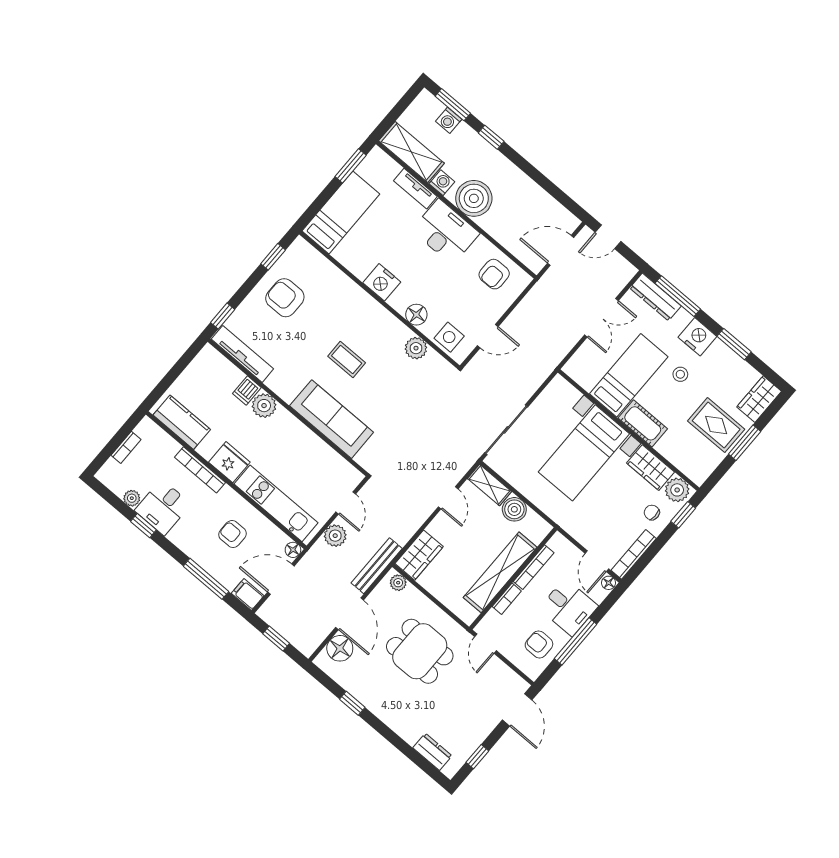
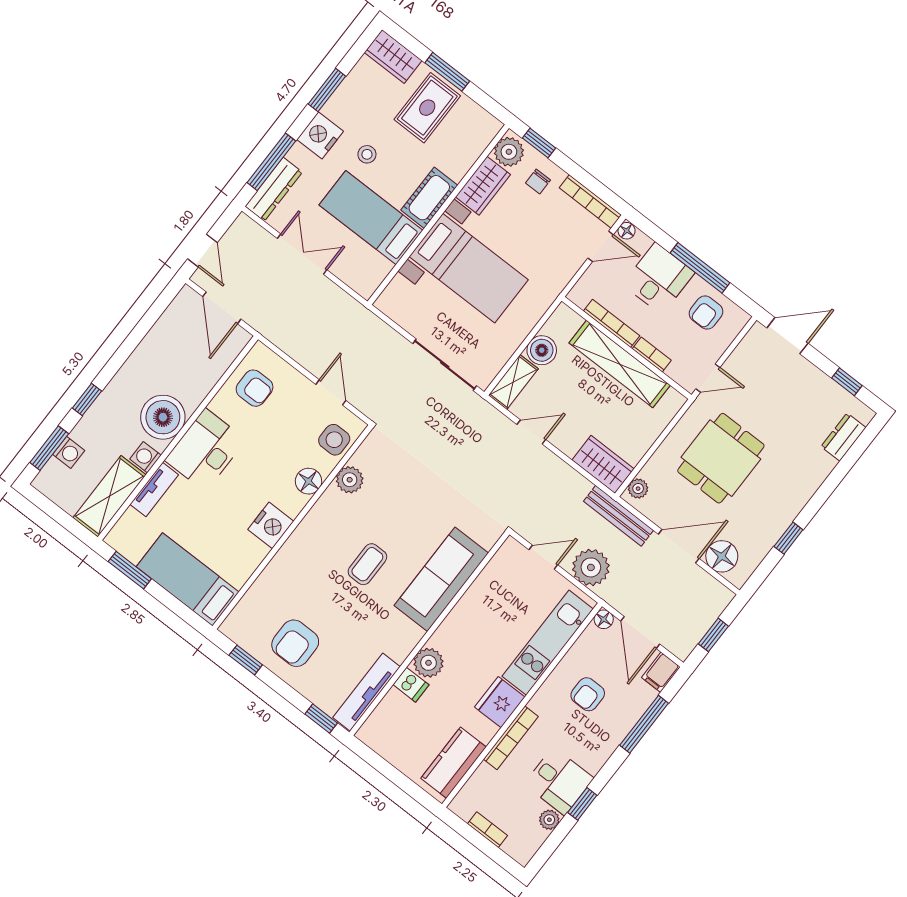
plant: (335, 536) -> (591, 567), width x1.36, depth x1.36

